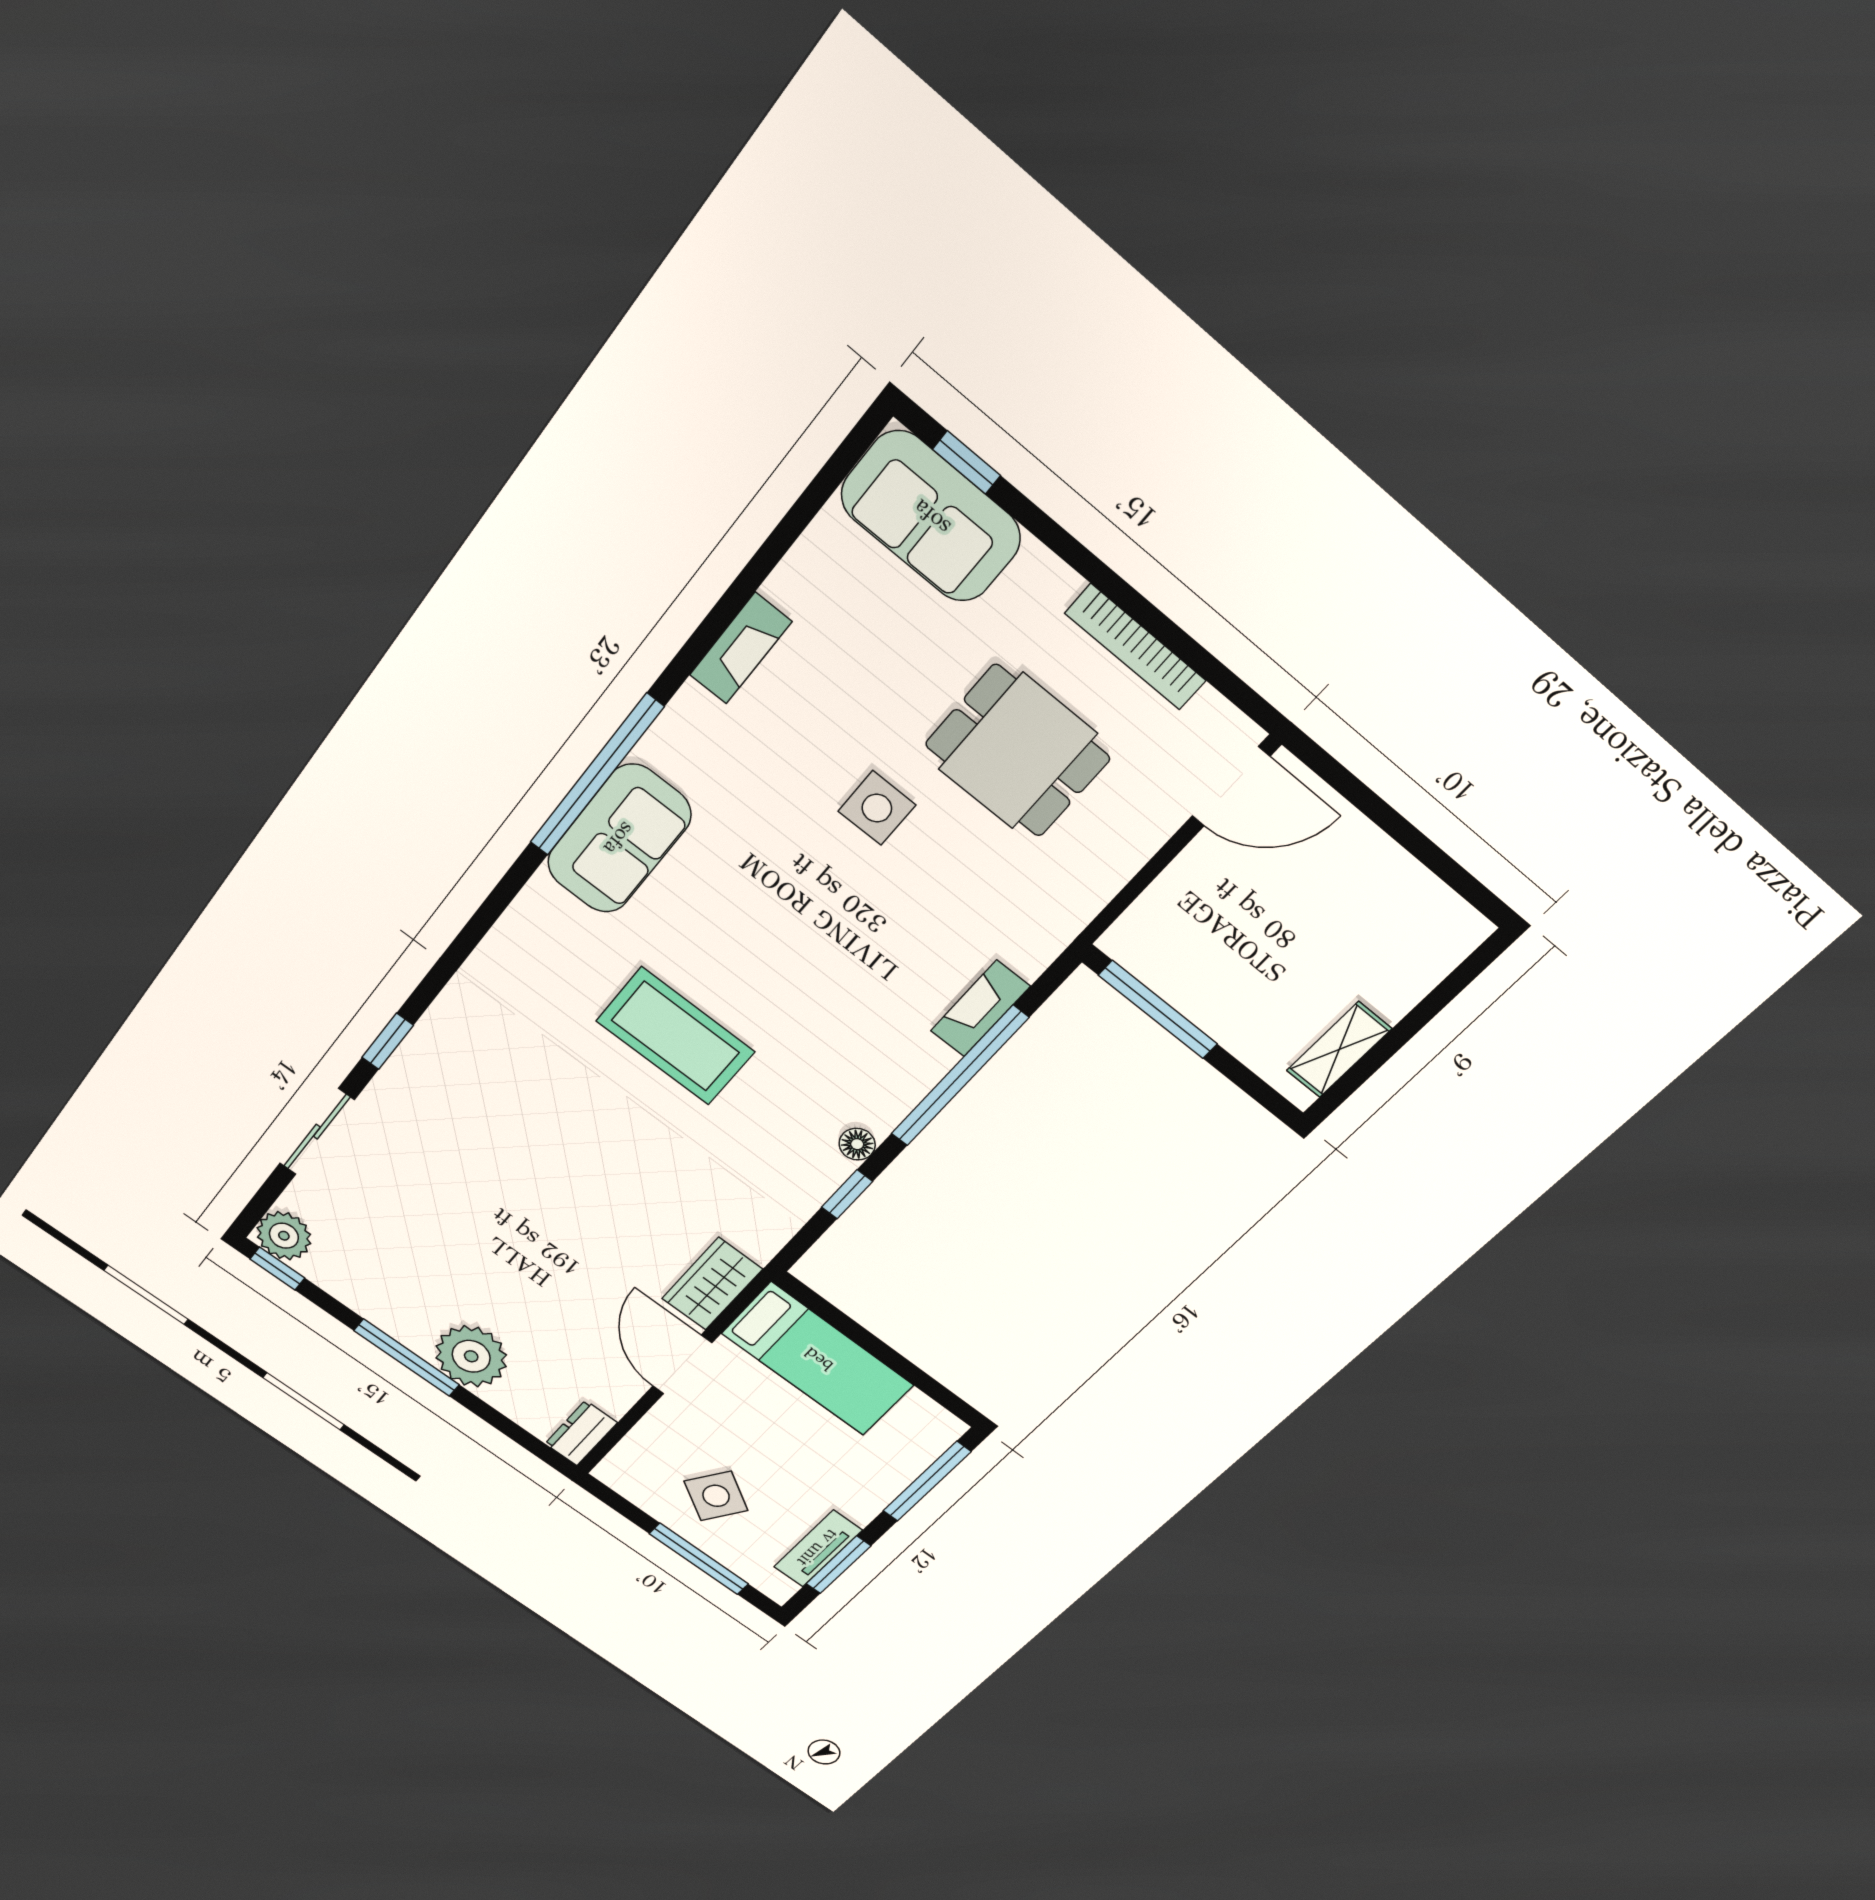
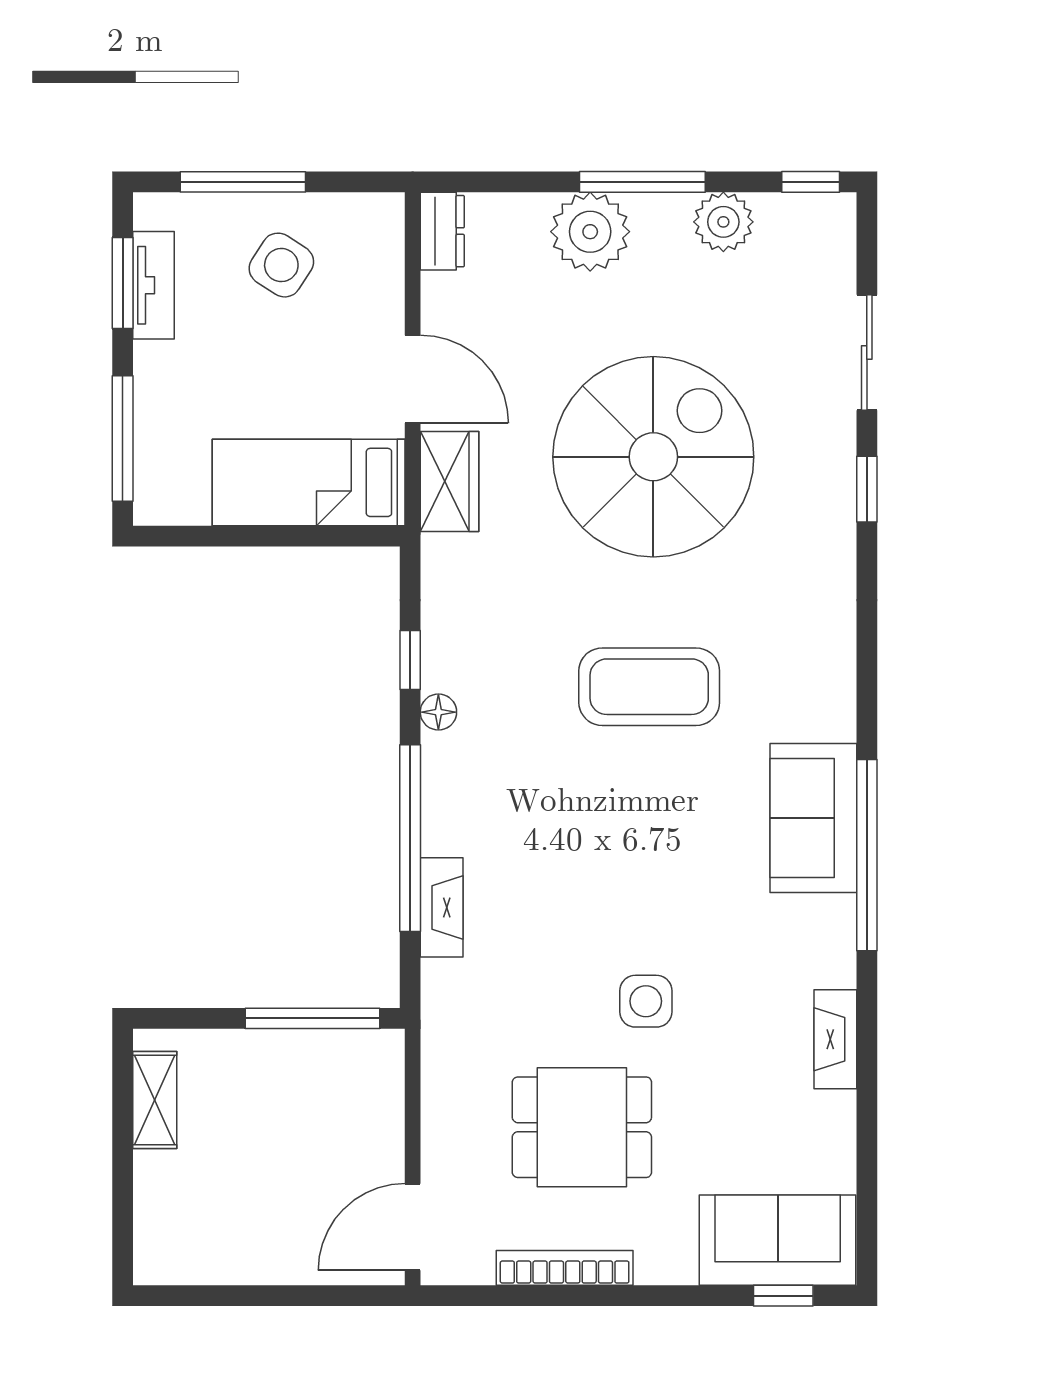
spiral stairs: (541, 1186) -> (653, 457), added
plant: (284, 1236) -> (723, 222), moved

